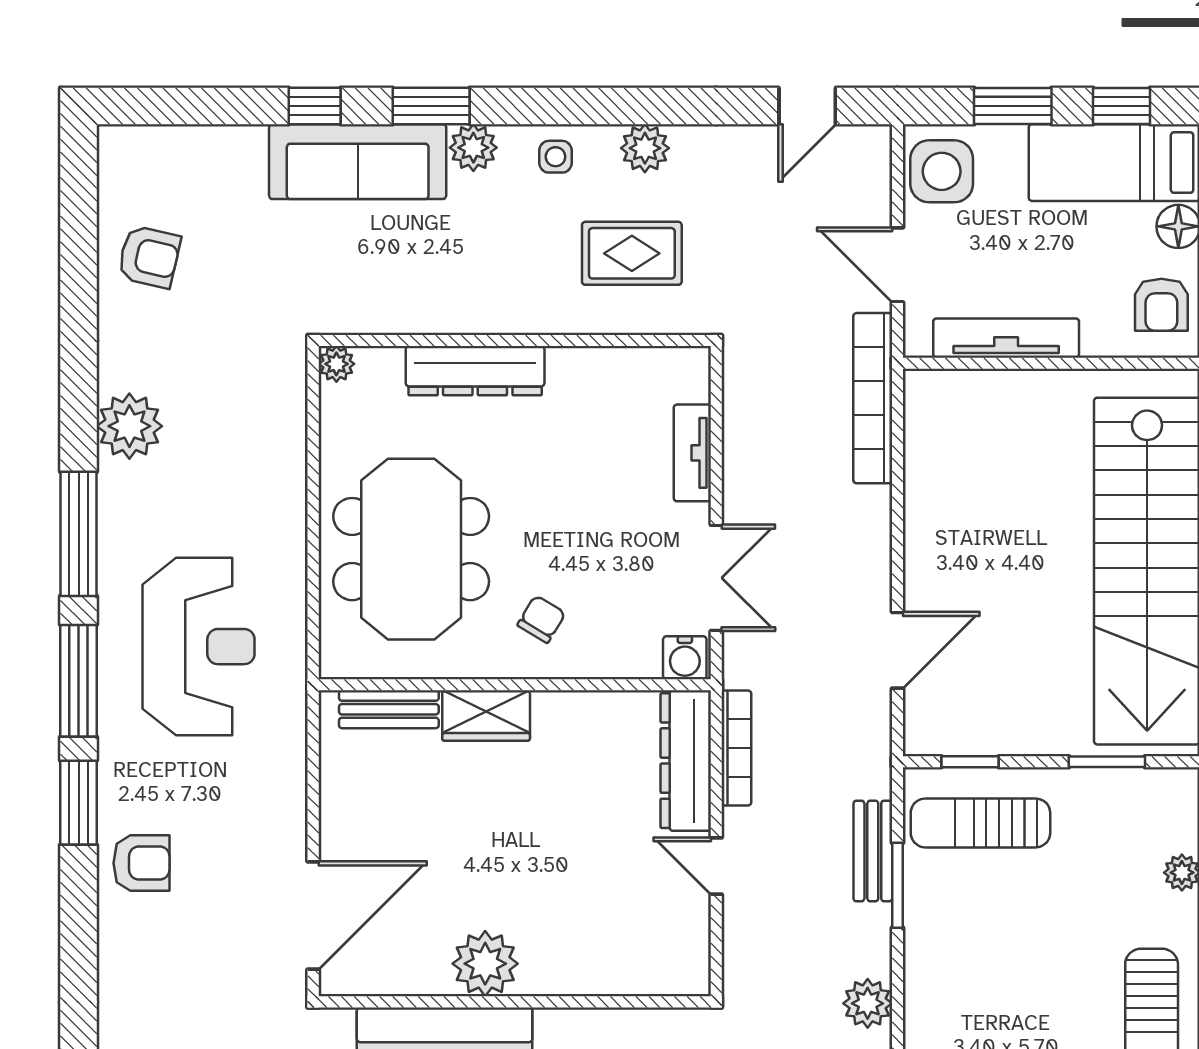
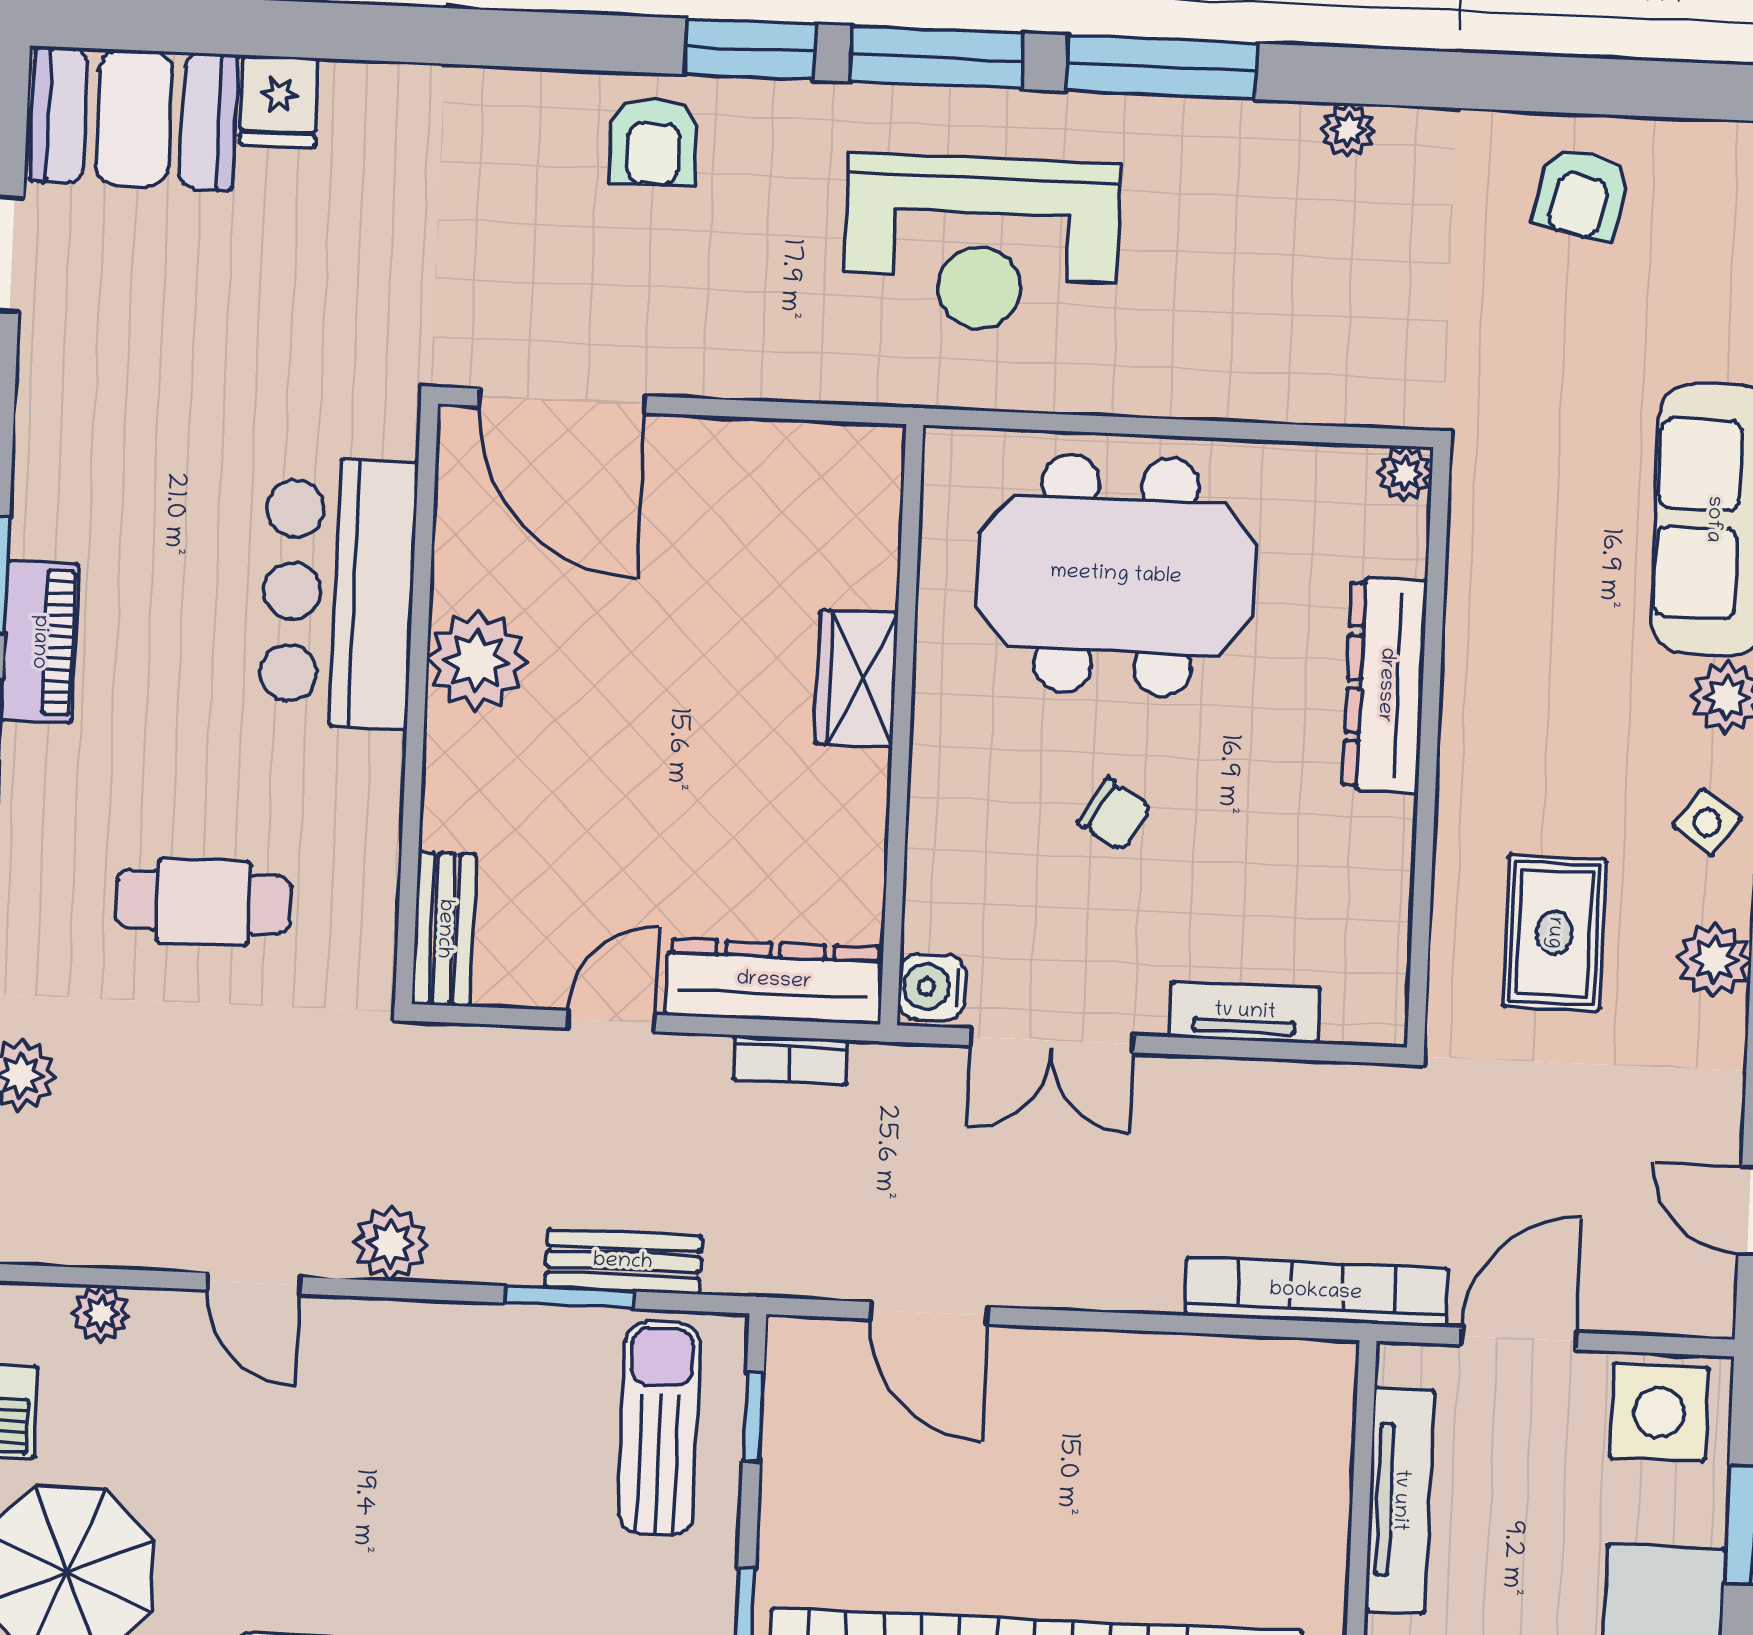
side table: (555, 157) -> (1707, 822), turned 35
plant: (129, 426) -> (1348, 130), width x0.53, depth x0.53
chair: (541, 619) -> (1115, 815), moved
bench: (389, 709) -> (444, 929), moved
bookcase: (736, 748) -> (790, 1060), width x0.64

